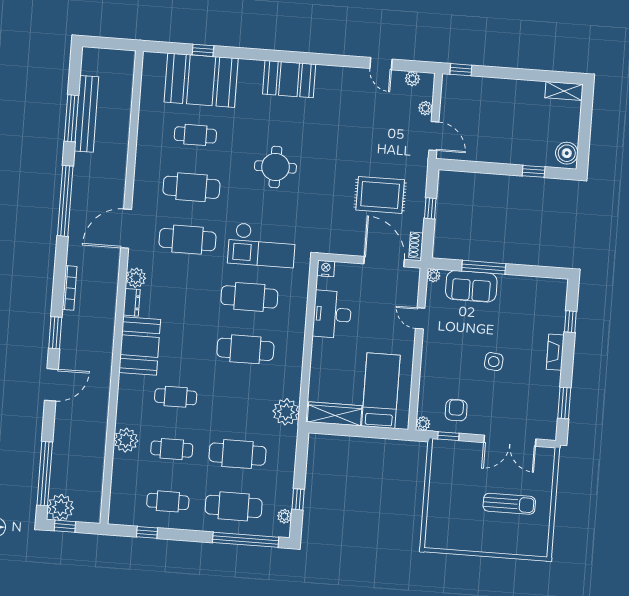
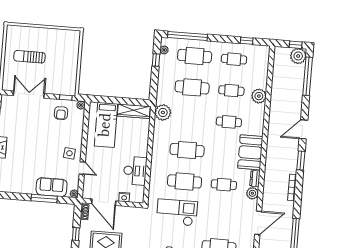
cafe table: (187, 240) -> (224, 185), moved, width x0.73, depth x0.74
nightstand: (326, 269) -> (124, 197), moved
side table: (494, 362) -> (69, 153), moved

